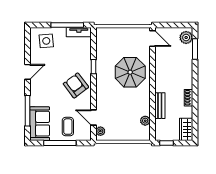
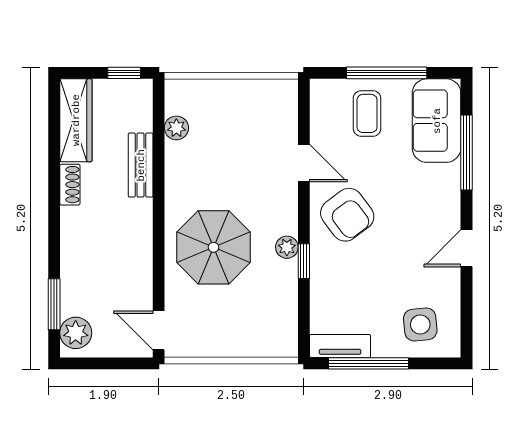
door: (93, 117) -> (304, 163), moved
wardrobe: (186, 129) -> (76, 120), width x1.50
plant: (100, 131) -> (287, 247), moved

